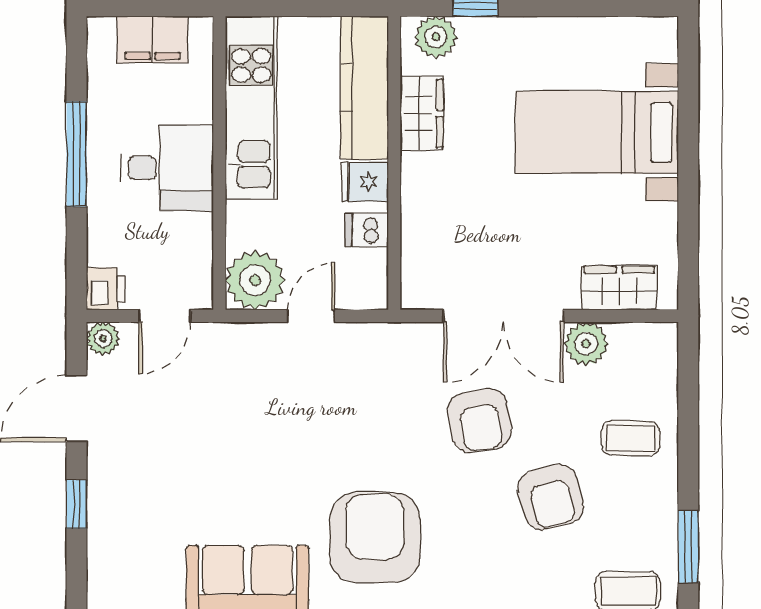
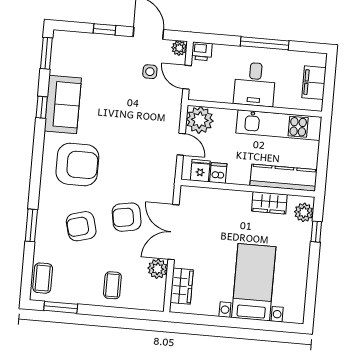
fridge: (365, 182) -> (200, 171), moved
side table: (160, 398) -> (150, 72), added
armchair: (551, 497) -> (81, 226), moved

